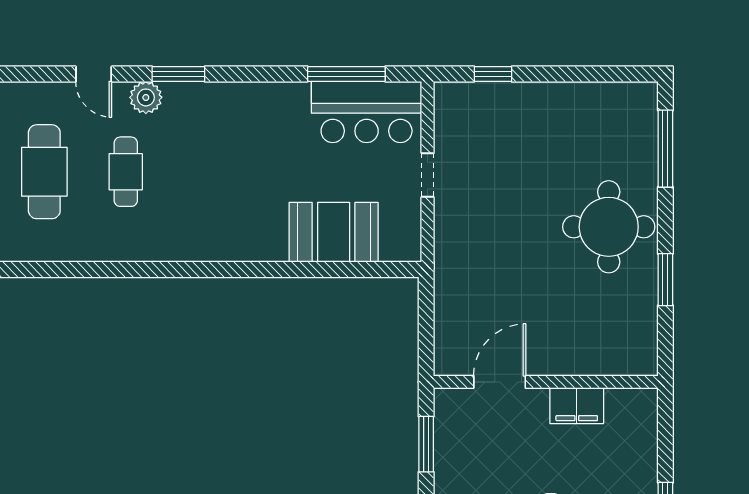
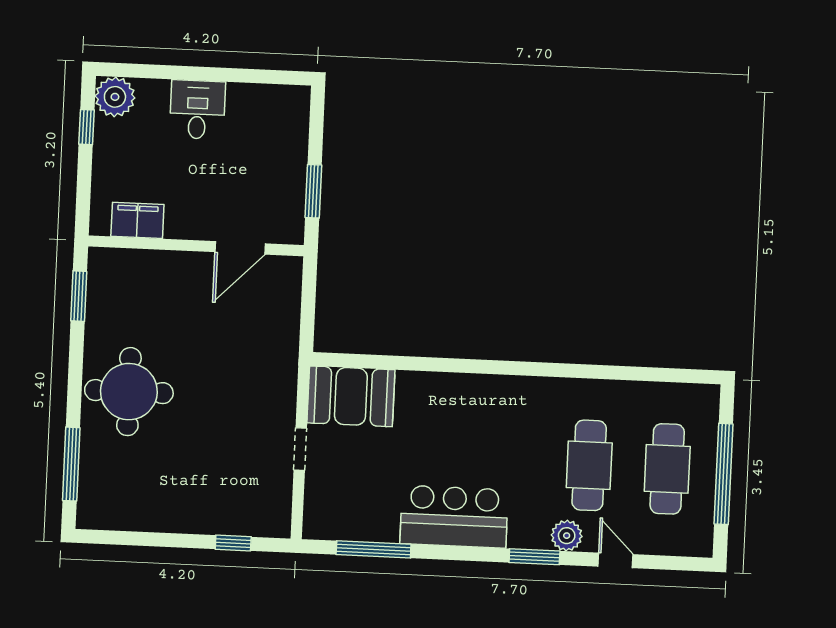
bar counter: (367, 112) -> (454, 517), moved
cafe table: (126, 172) -> (589, 465), width x1.37, depth x1.35
booth: (334, 232) -> (351, 396), moved
window: (665, 280) -> (79, 296), moved
filing cabinet: (577, 406) -> (137, 220), moved

